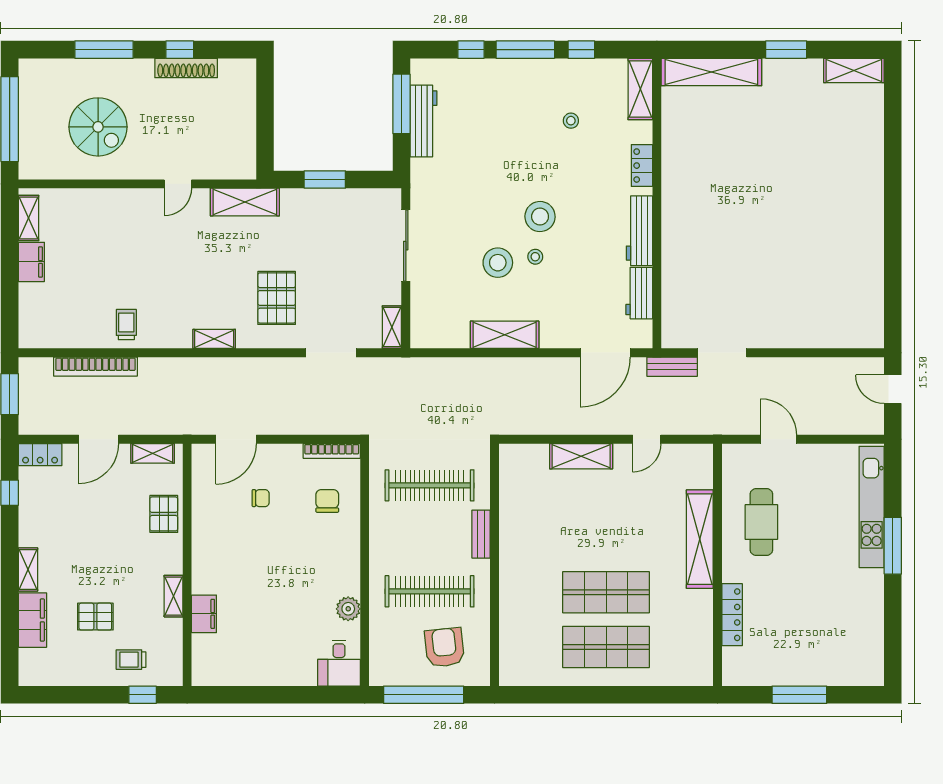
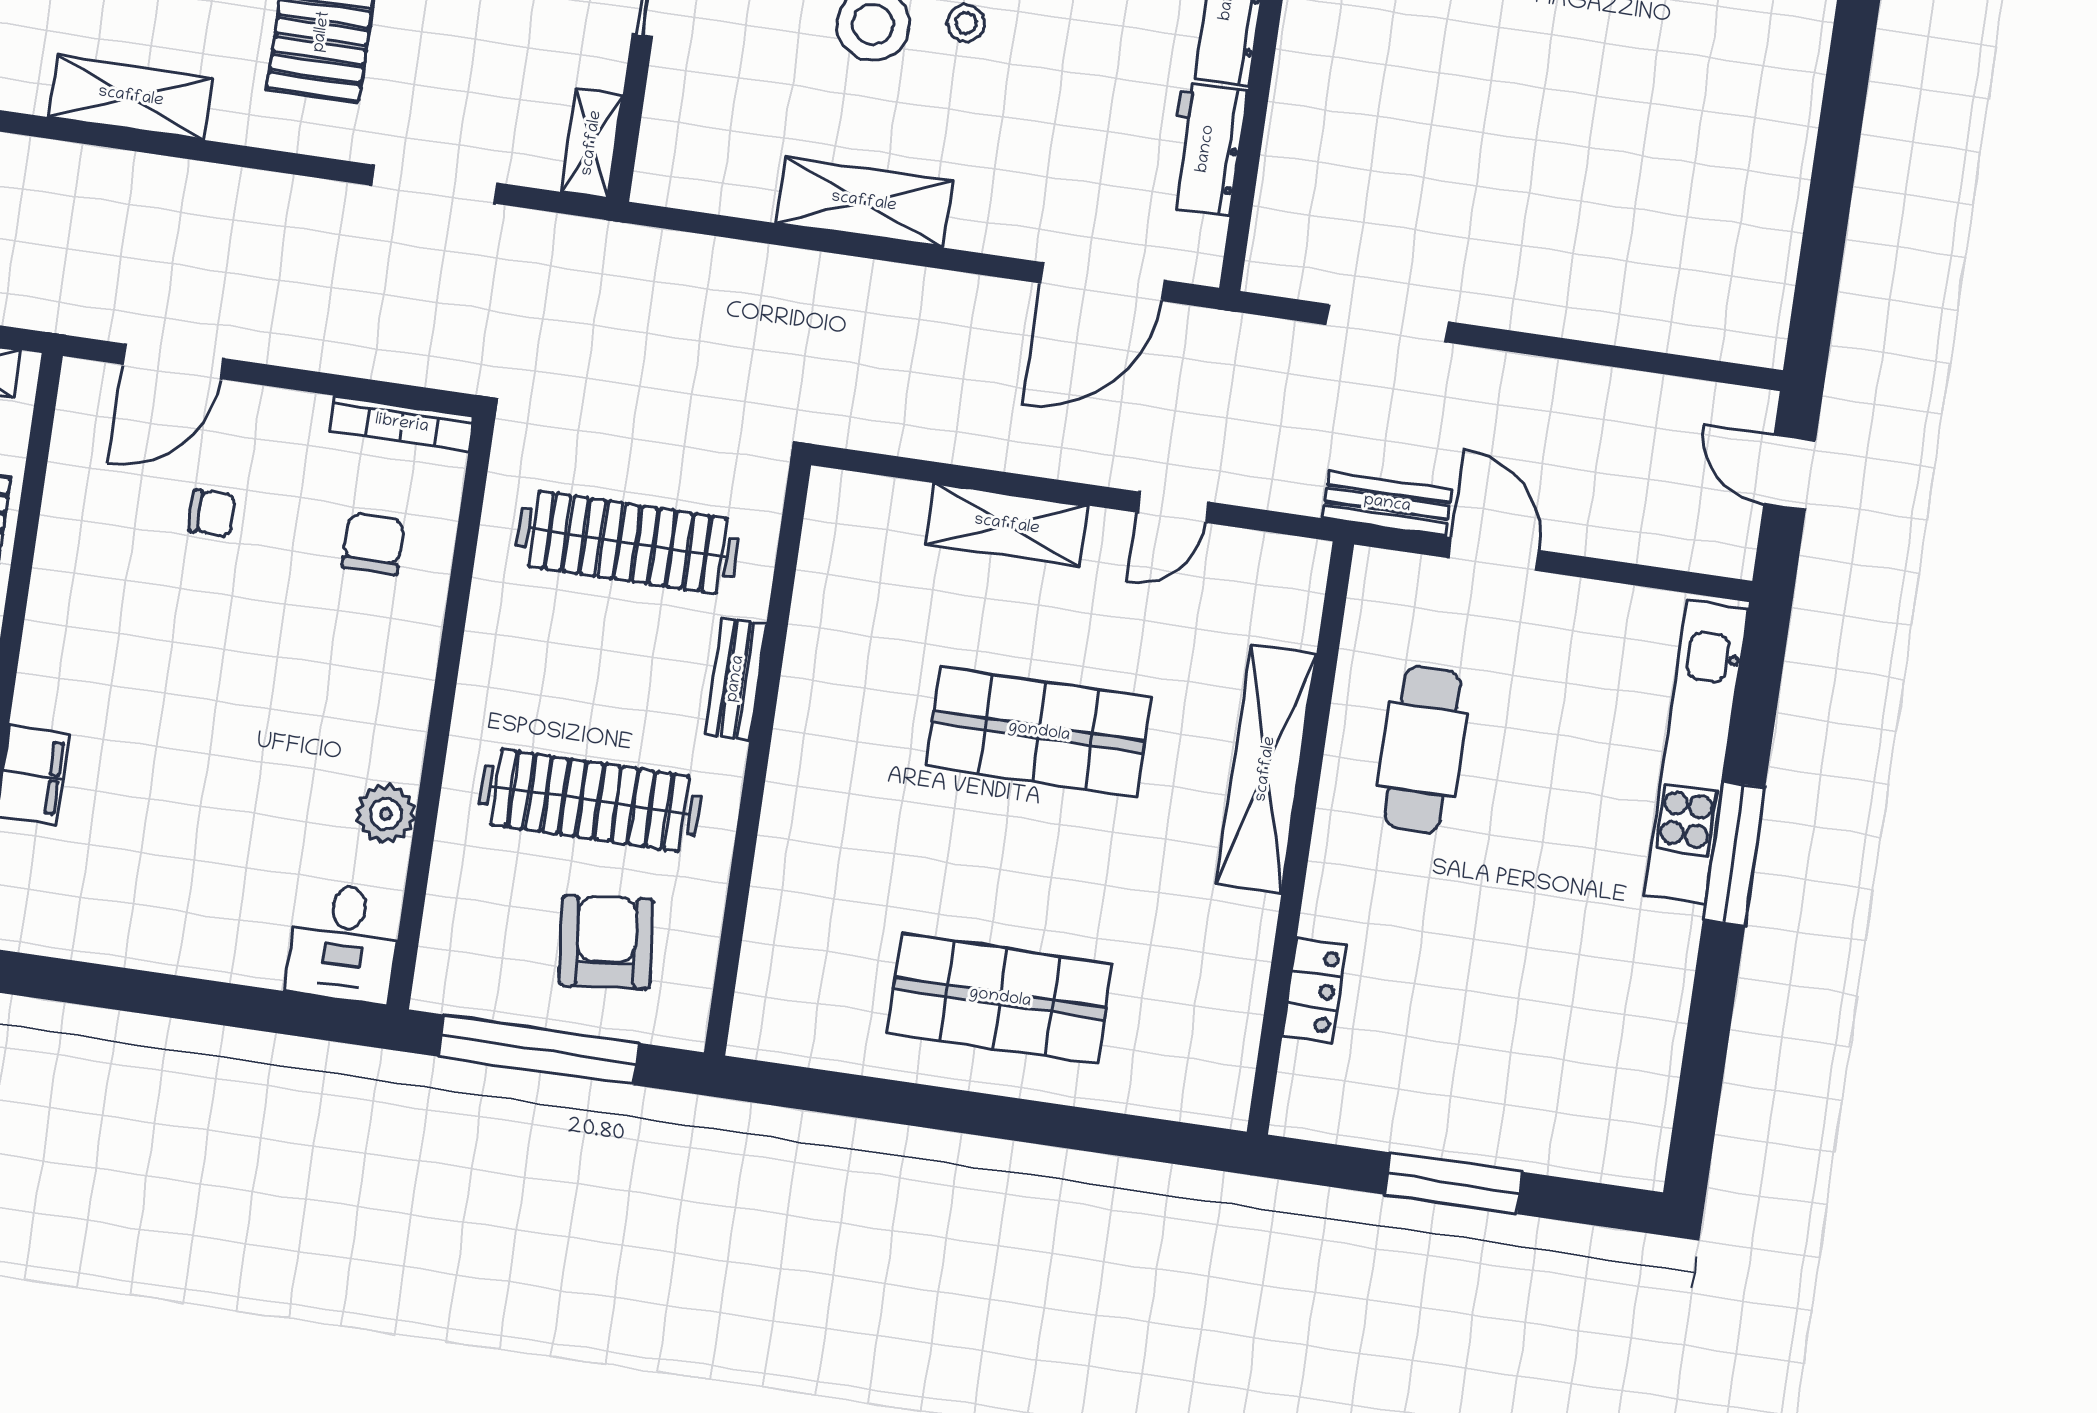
shelving: (214, 339) -> (131, 97), width x1.50, depth x1.33
bench: (672, 367) -> (1387, 504), moved
shop shelf: (606, 592) -> (1039, 732), moved
locker: (732, 615) -> (1314, 991), width x0.66

